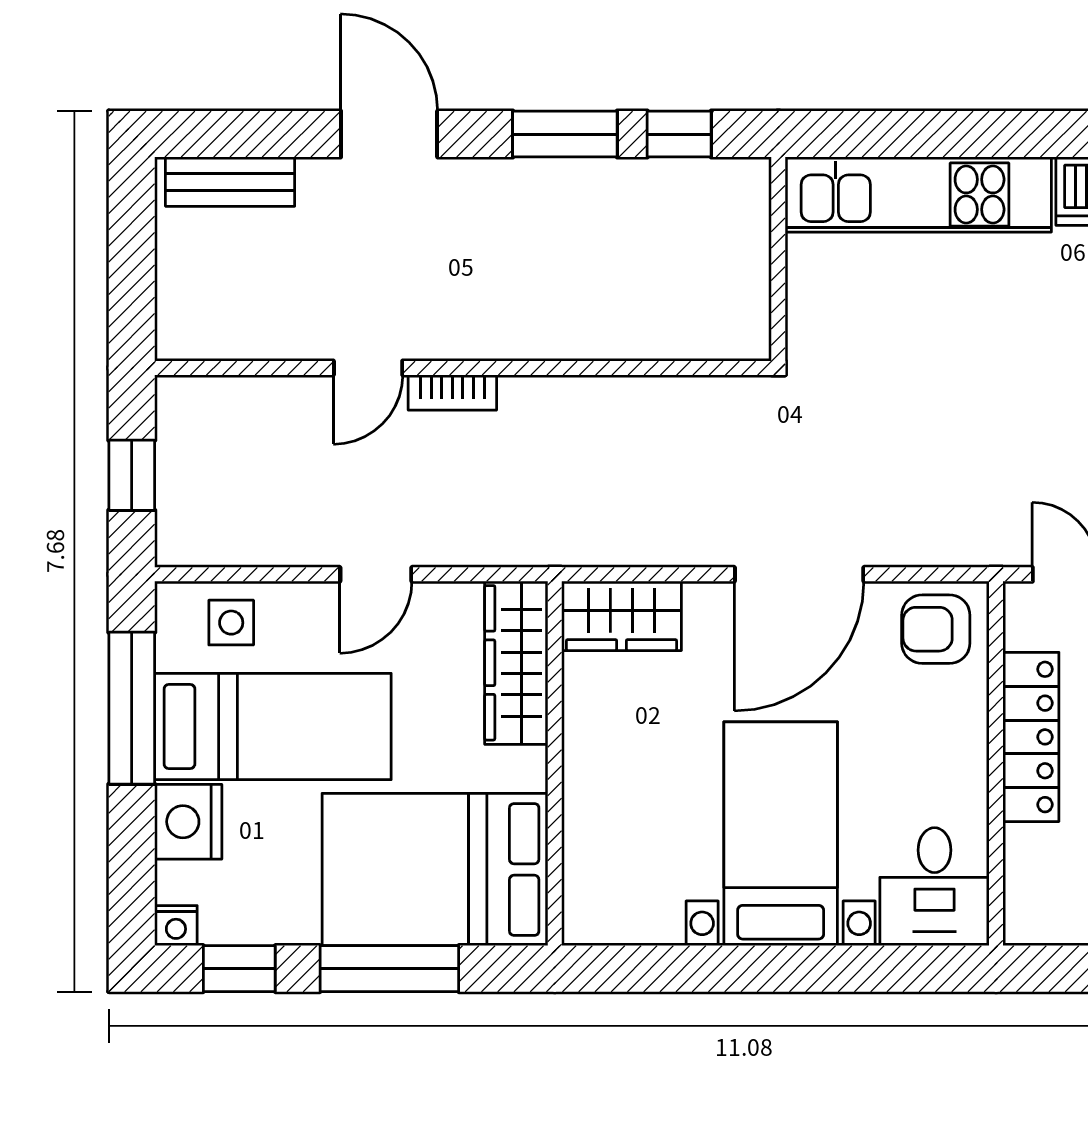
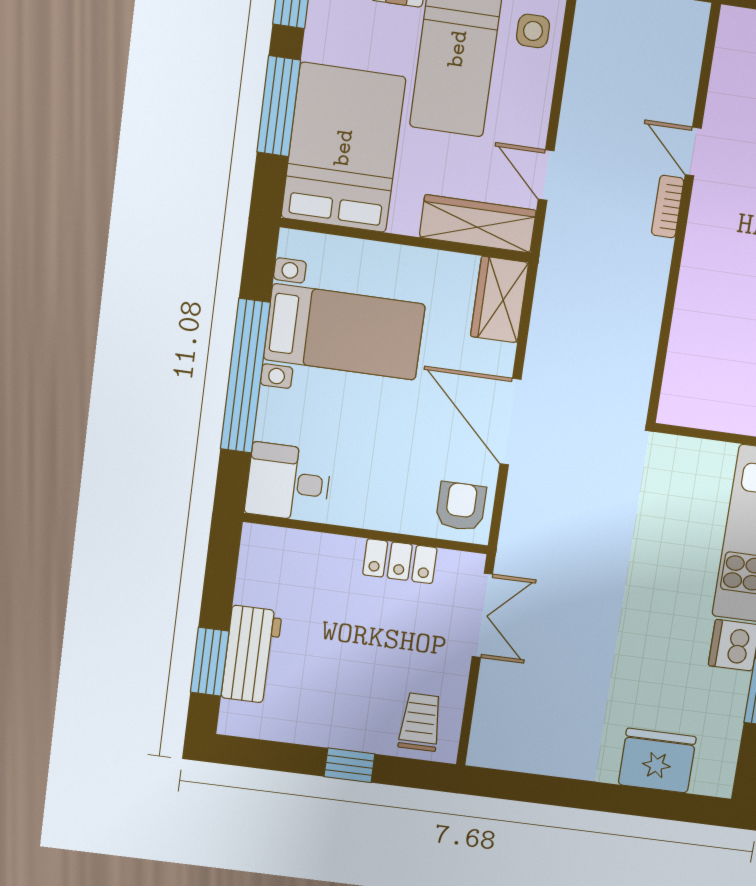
door: (376, 574) -> (546, 175), moved
locker: (1031, 737) -> (400, 561), width x0.66
bed with nightstands: (781, 834) -> (344, 332), moved
window: (785, 969) -> (245, 376), added

